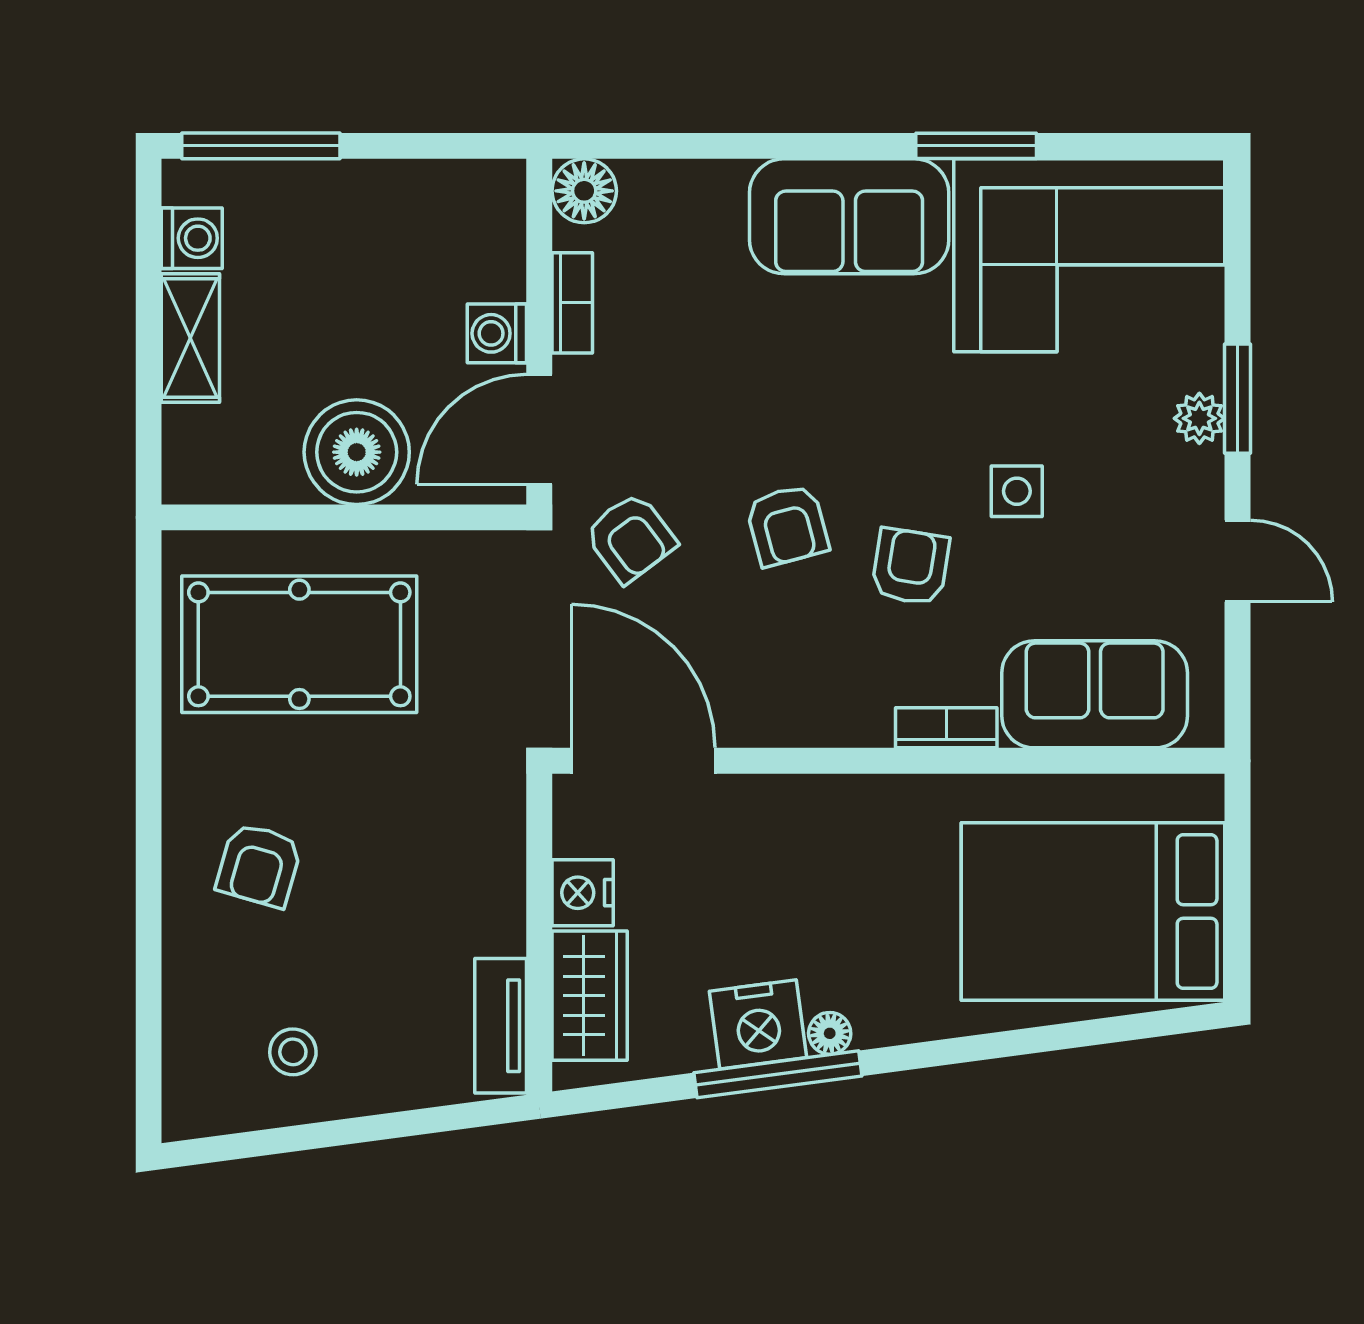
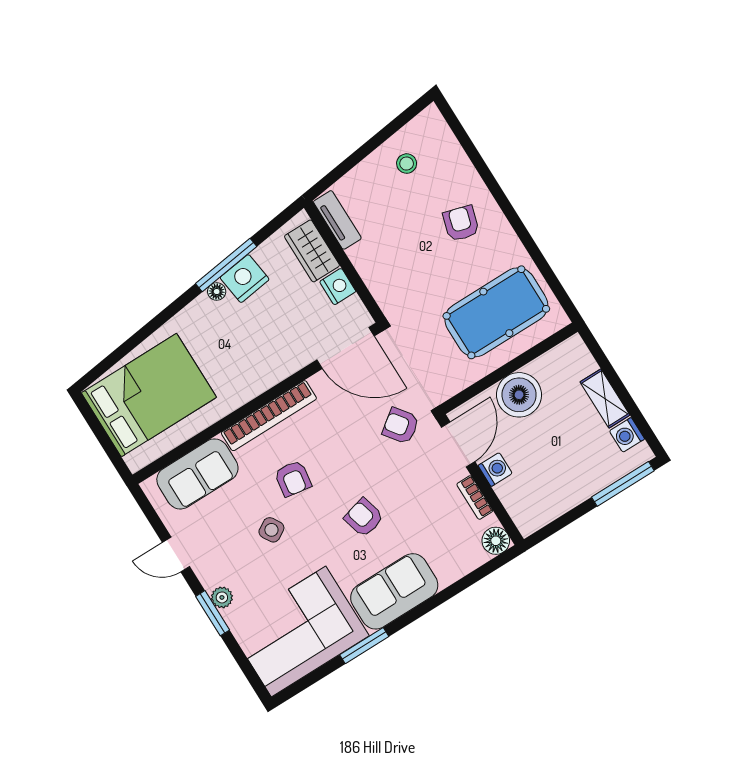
side table: (1017, 491) -> (271, 530), turned -31
armchair: (787, 525) -> (364, 518), moved
bookcase: (946, 728) -> (269, 416), width x2.31, depth x1.31

